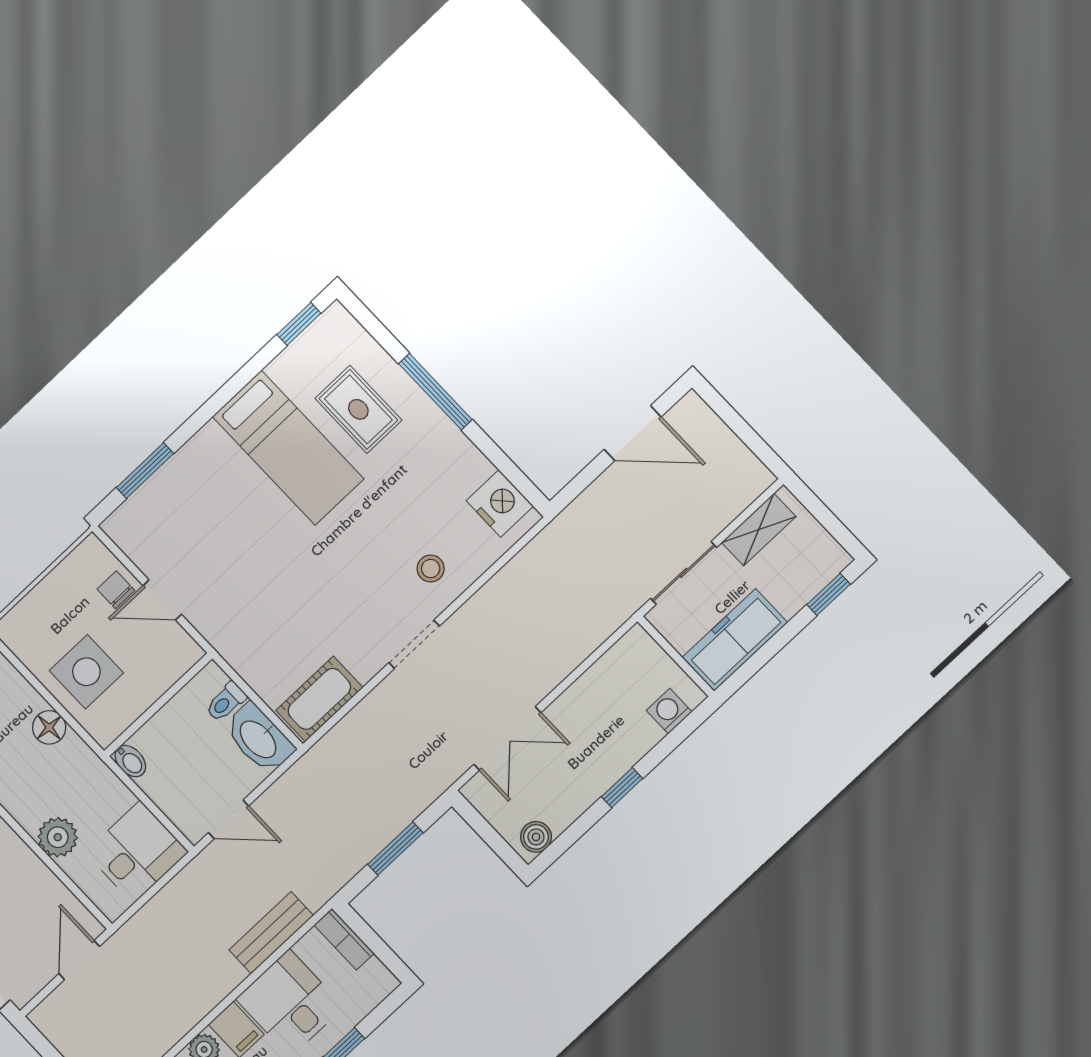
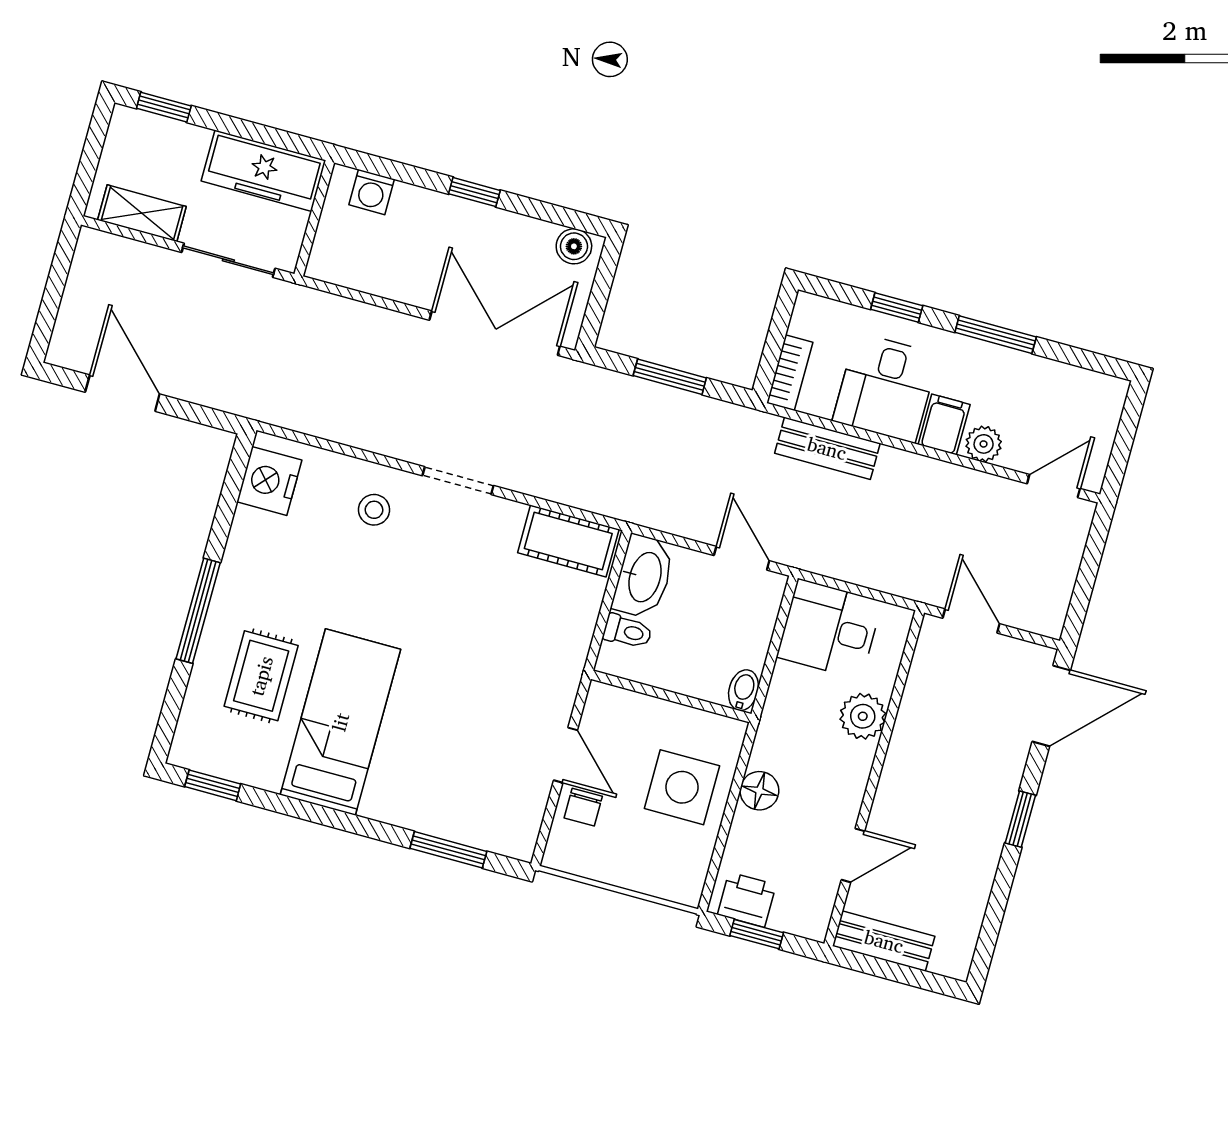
double door: (507, 738) -> (495, 333), width x1.37
door: (79, 960) -> (971, 621), swing flipped

